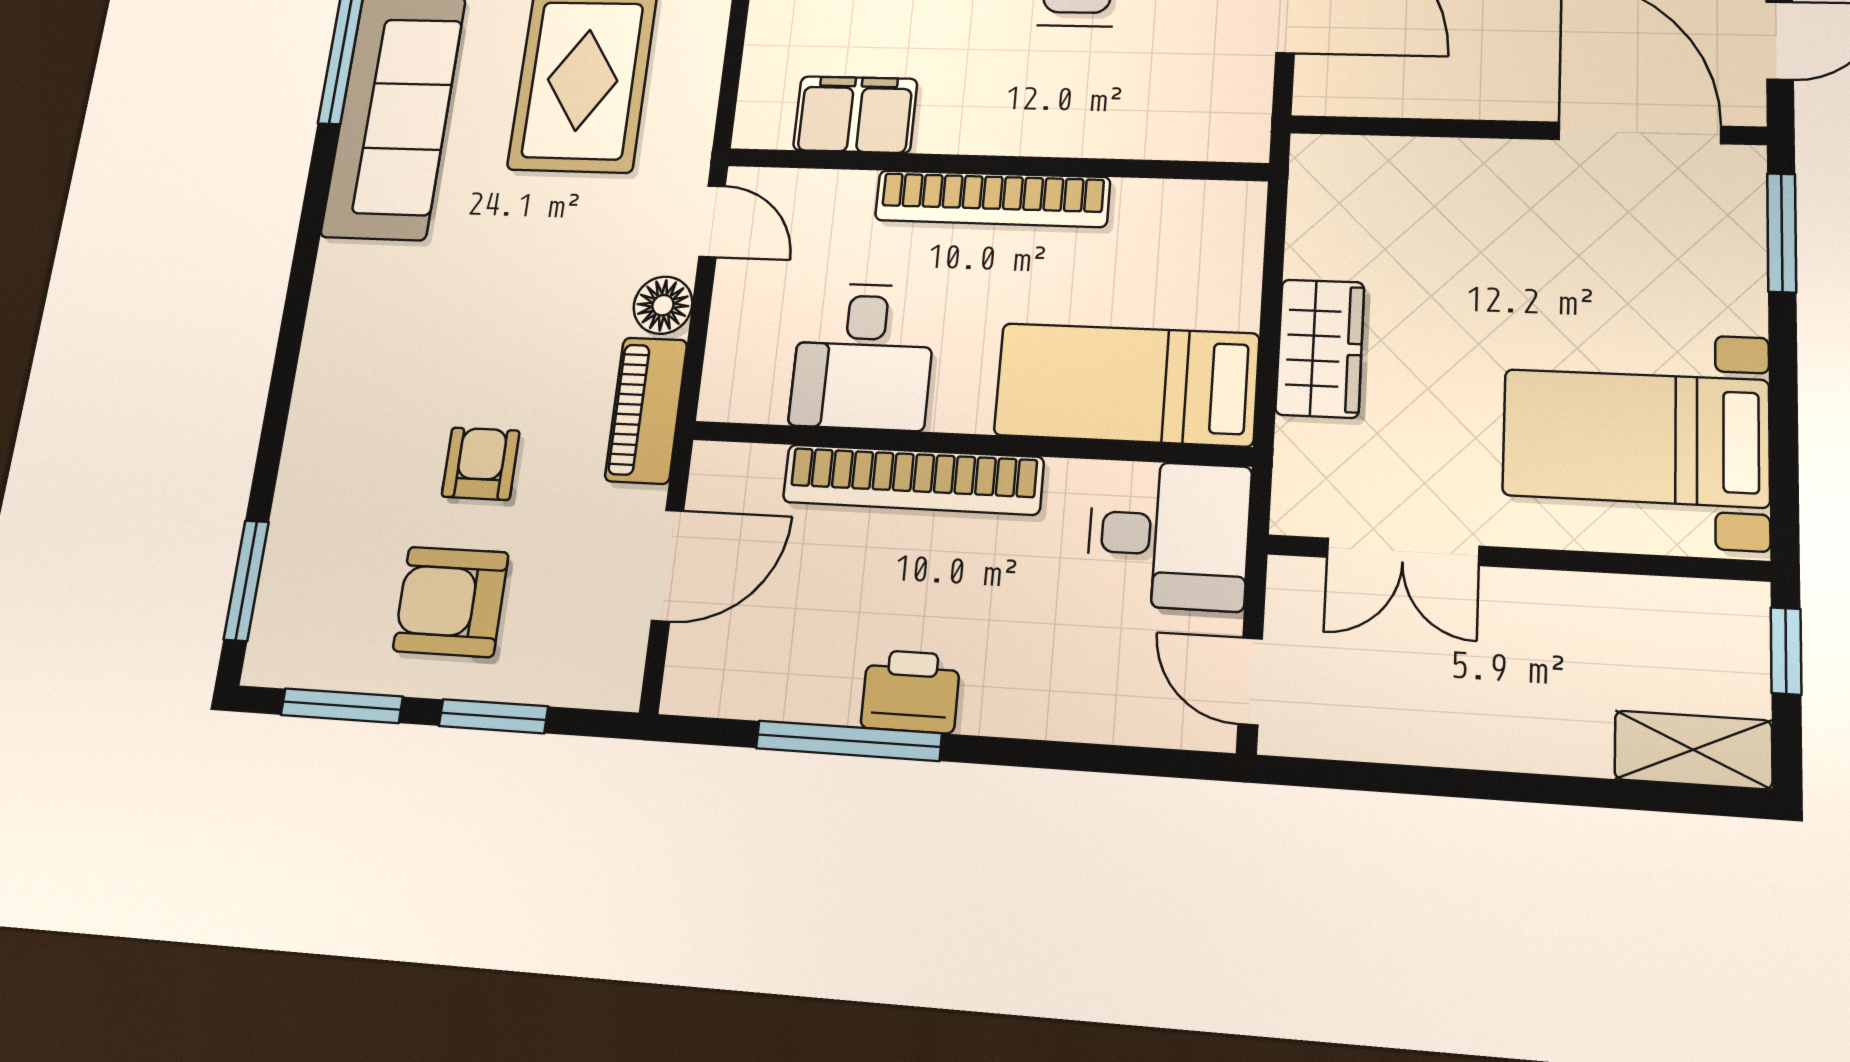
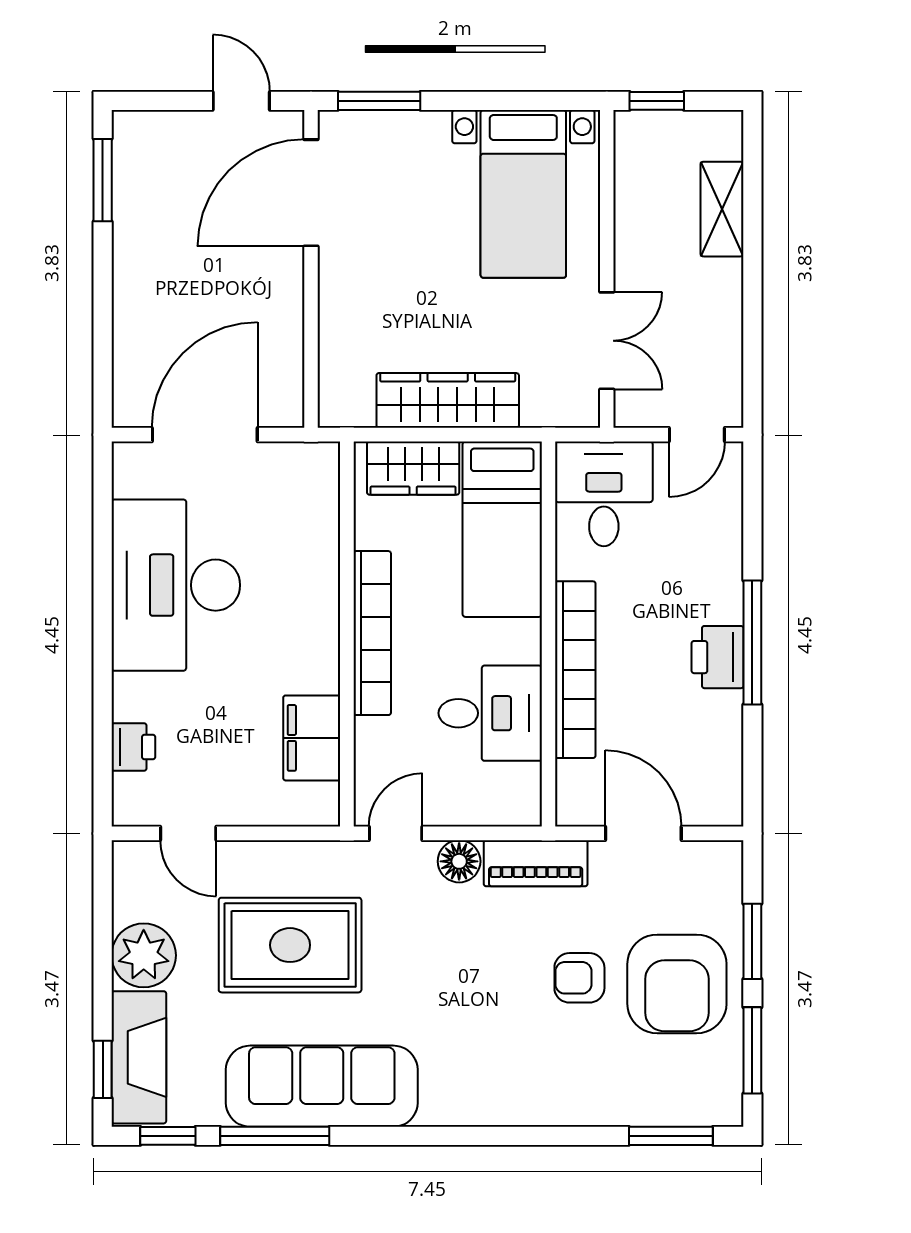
wardrobe: (1224, 262) -> (413, 468), added
wardrobe: (1320, 348) -> (448, 400), width x1.50
armchair: (451, 602) -> (677, 984), width x1.36, depth x1.36
window: (849, 741) -> (752, 642), moved
shelving: (1693, 750) -> (722, 209), moved

